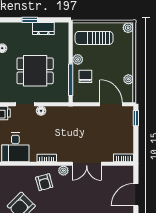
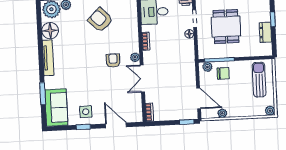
plant: (78, 59) -> (207, 67), moved
door: (111, 104) -> (199, 98), hinge flipped
armchair: (44, 182) -> (113, 60), moved, turned 105

